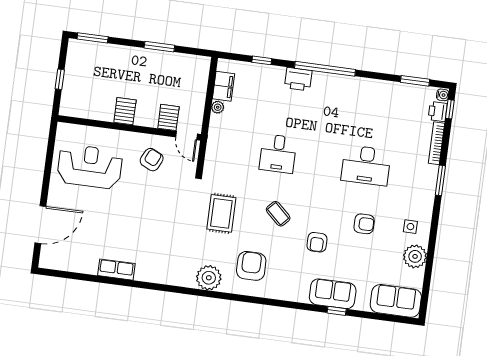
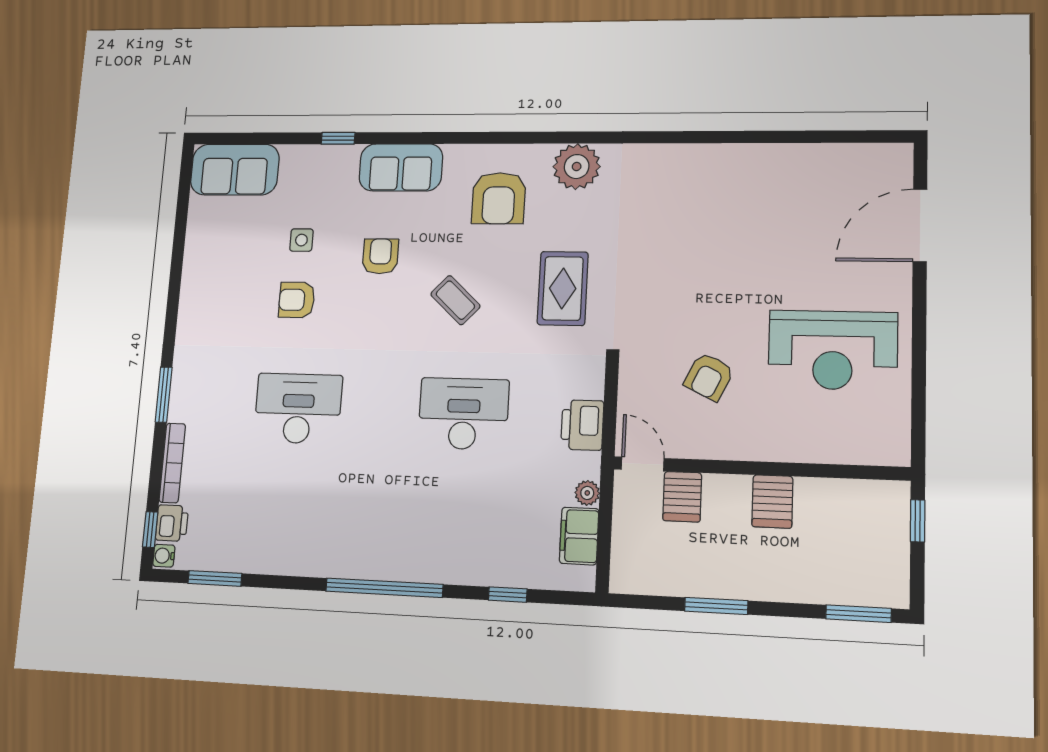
printer: (298, 79) -> (582, 425), moved, turned -90
server rack: (125, 111) -> (772, 501), moved
server rack: (168, 117) -> (682, 497), moved
wall: (129, 128) -> (760, 468), moved
door: (187, 135) -> (643, 464), moved
desk: (278, 154) -> (463, 414), width x1.37
side table: (410, 227) -> (301, 240), moved
plant: (415, 256) -> (204, 252), removed
row of seats: (116, 270) -> (756, 159), removed
sofa: (333, 294) -> (401, 167), moved

